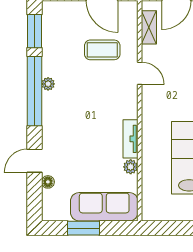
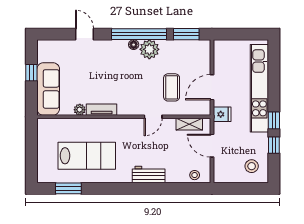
plant: (48, 84) -> (149, 49), width x1.87, depth x1.87
floor lamp: (48, 182) -> (134, 45), moved
window: (83, 228) -> (31, 73), width x0.67

